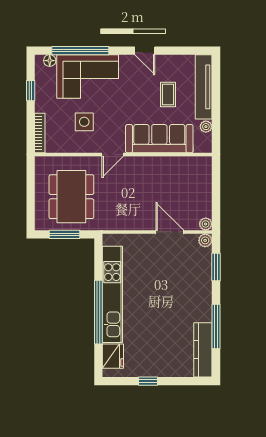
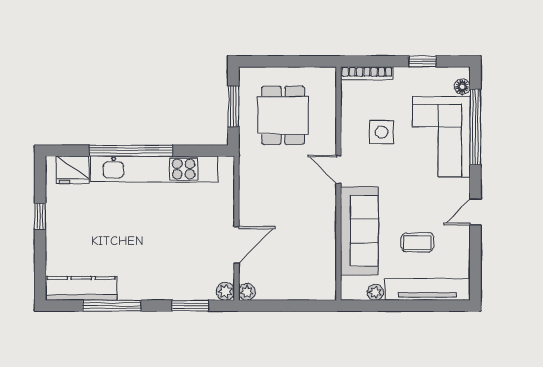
dining table: (71, 197) -> (283, 115), width x0.73

